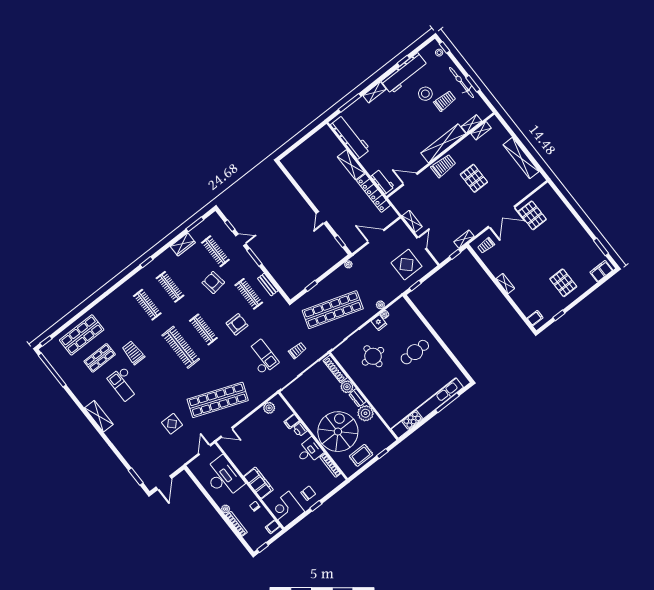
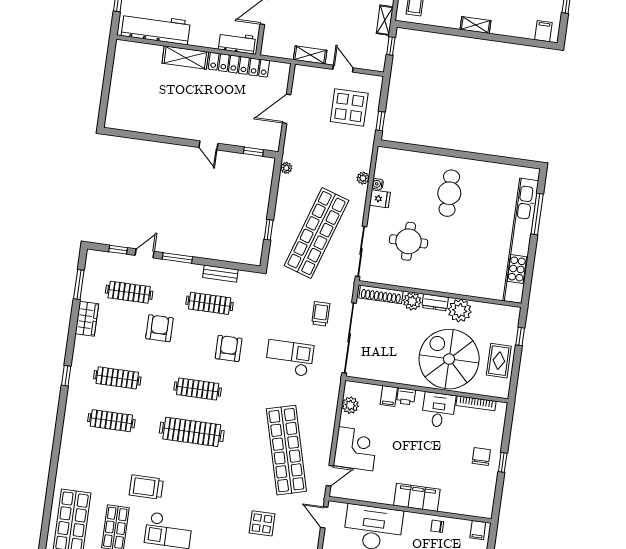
armchair: (213, 283) -> (159, 328), turned 98
shop shelf: (218, 400) -> (286, 450), turned -36
corner desk: (286, 510) -> (356, 449), moved, turned 180

